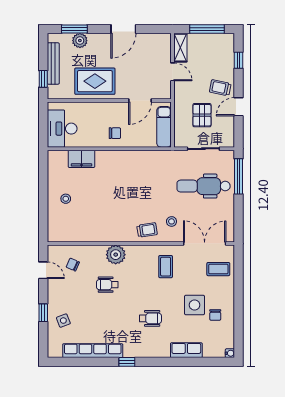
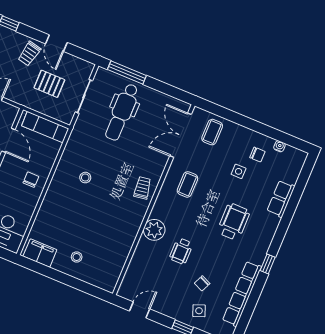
filing cabinet: (81, 159) -> (40, 253), moved, turned -90
stool: (171, 221) -> (85, 178), moved
chair: (73, 265) -> (202, 283), moved
coffee table: (166, 267) -> (187, 184), turned 90
side table: (195, 305) -> (239, 171), width x0.54, depth x0.54
wheelchair: (150, 318) -> (233, 222), width x1.36, depth x1.37
water cooler: (230, 353) -> (279, 146), moved

